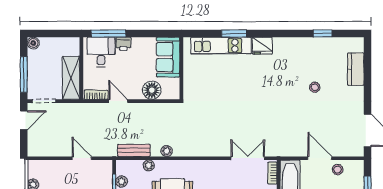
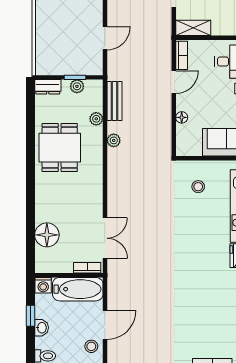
shelving: (71, 78) -> (193, 28), width x0.67, depth x0.75
stool: (315, 87) -> (198, 187), moved
floor lamp: (152, 90) -> (182, 117), width x0.53, depth x0.53

